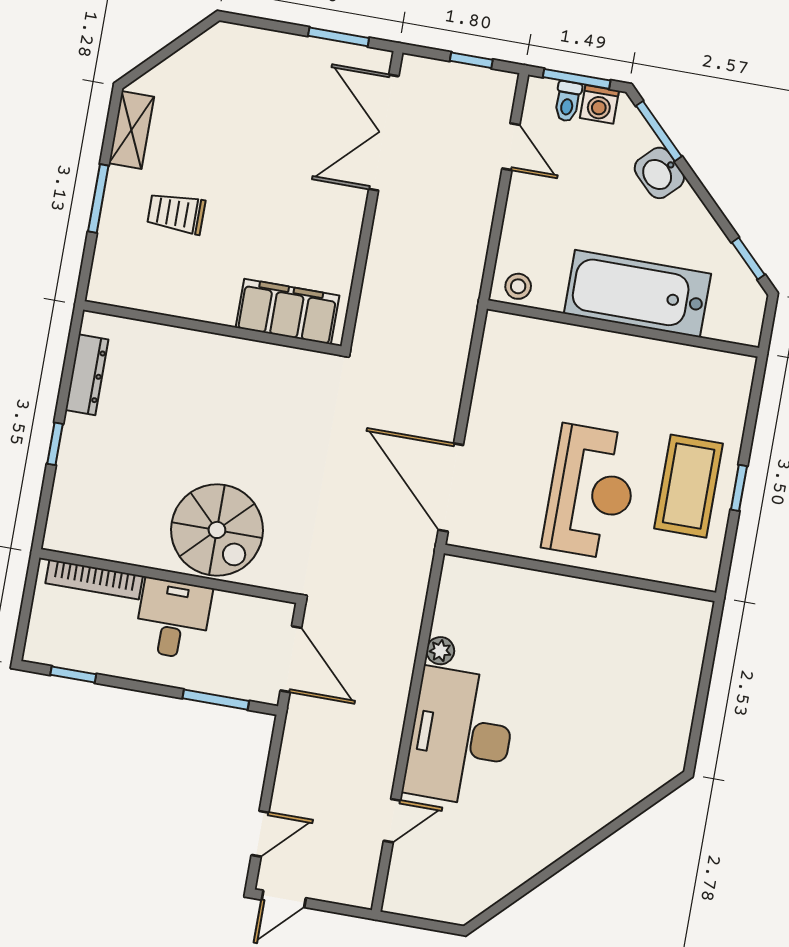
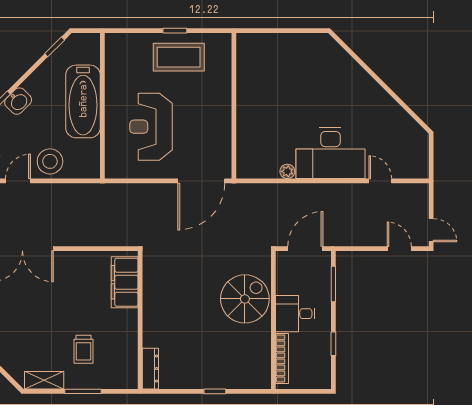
stool: (518, 286) -> (50, 161), moved, width x1.89, depth x1.89
dresser: (87, 375) -> (150, 369), moved, turned 90
reception desk: (591, 492) -> (151, 127), moved, turned -90
window: (73, 675) -> (333, 344), moved

